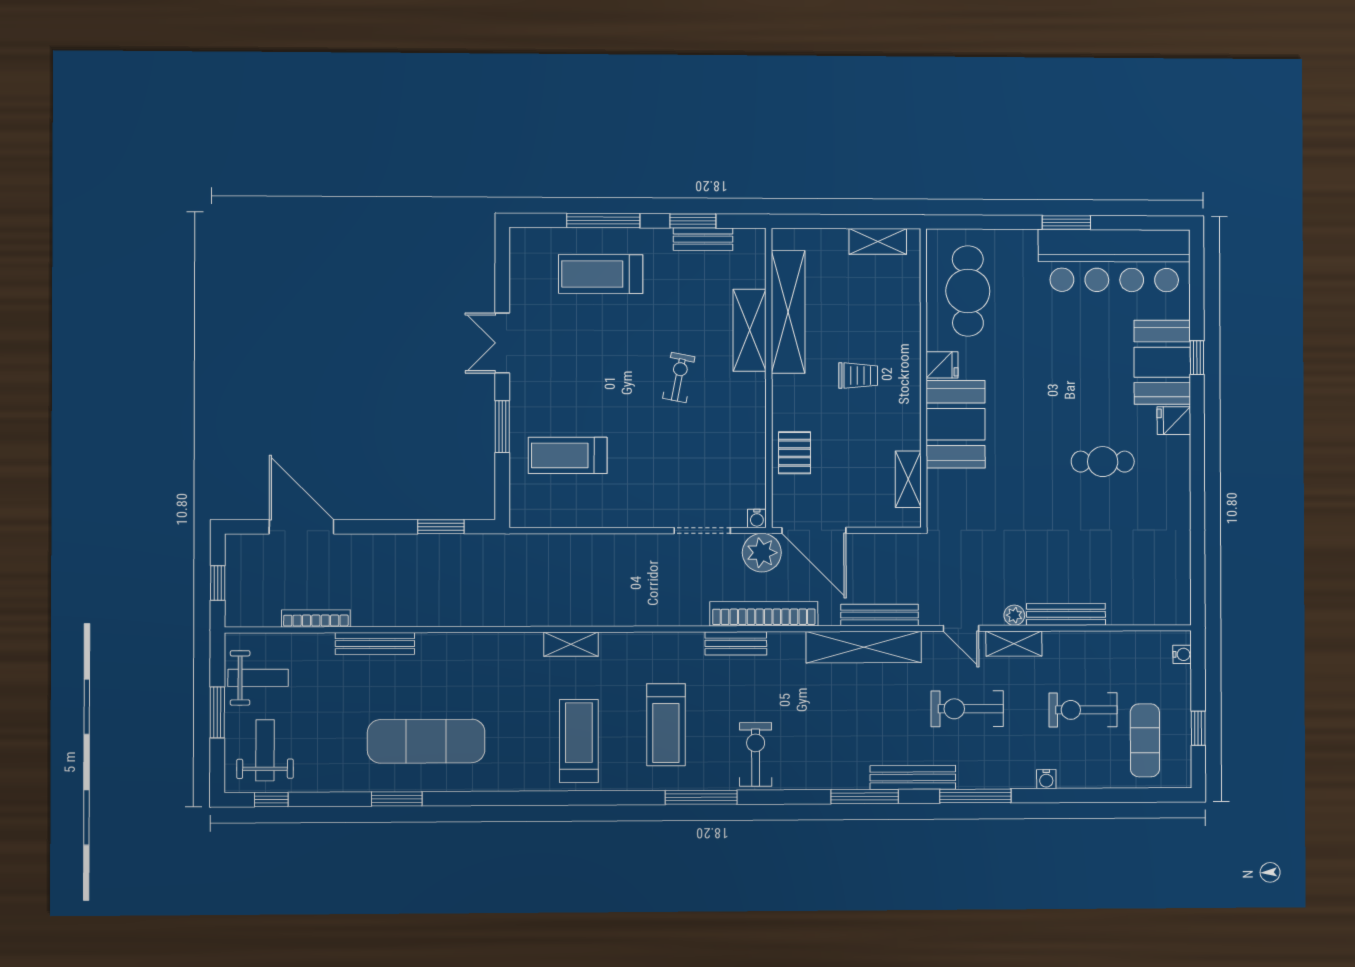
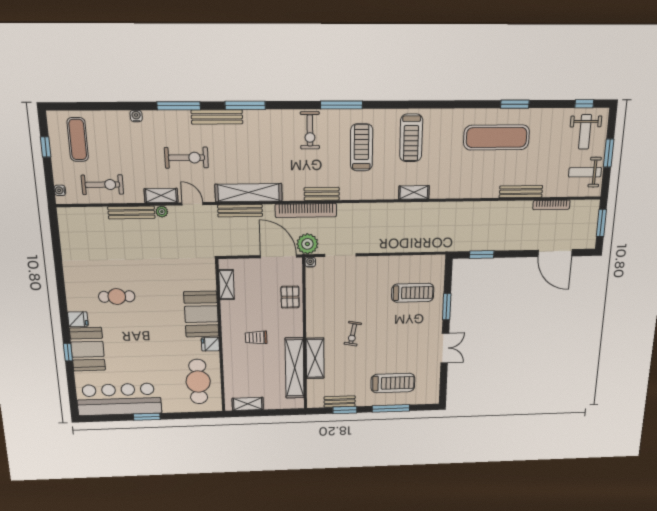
window: (218, 583) -> (601, 223), width x1.50
exercise bike: (1083, 710) -> (102, 185), moved

